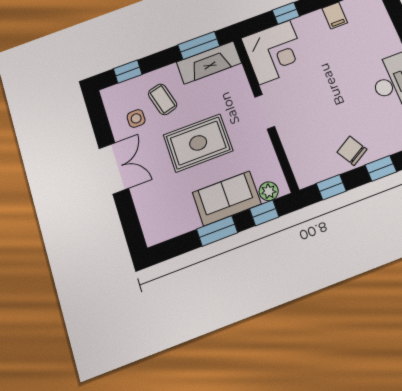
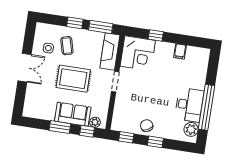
fireplace: (209, 63) -> (110, 52), moved, turned 90
window: (128, 72) -> (75, 23), moved

